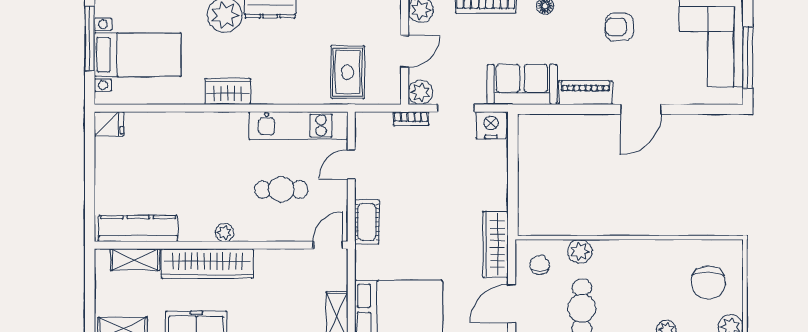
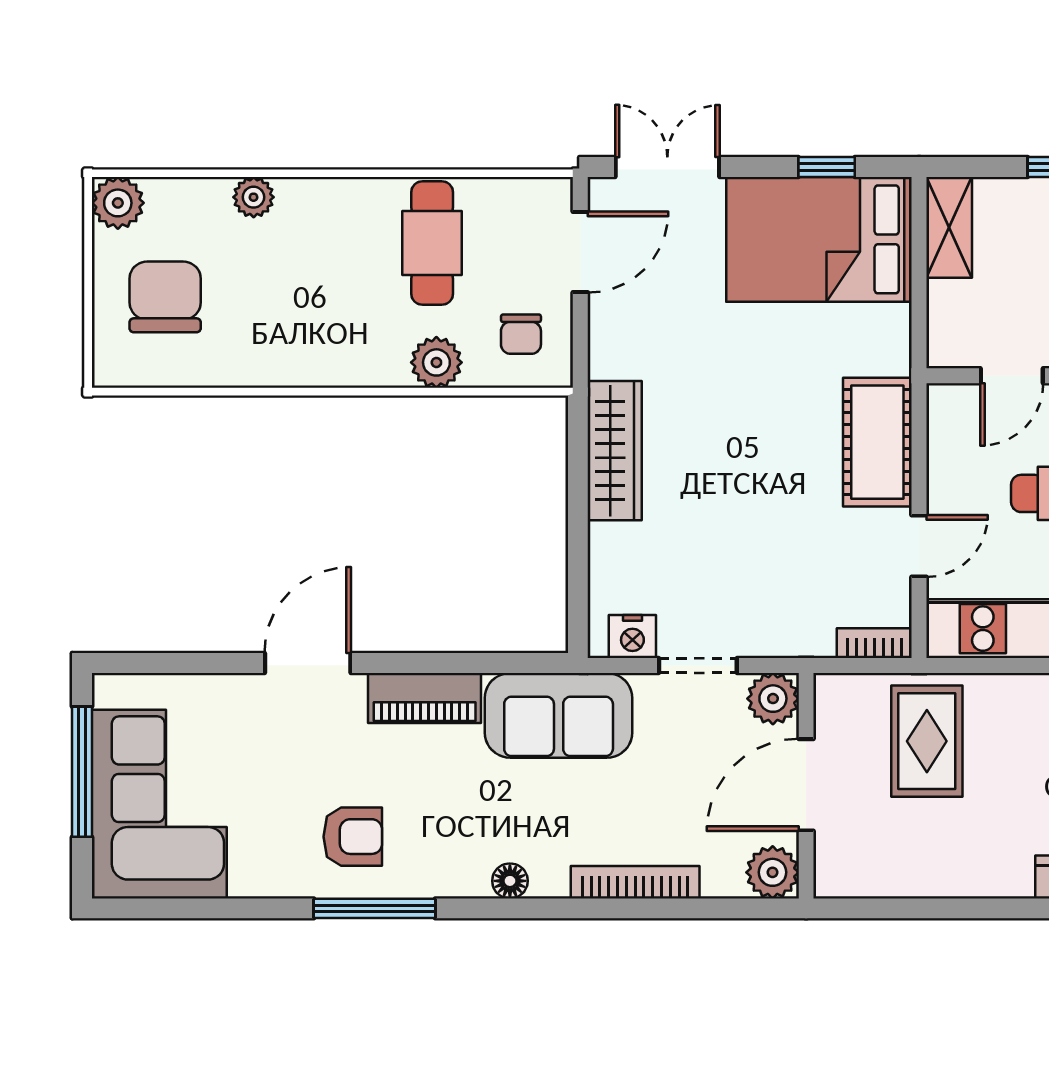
door: (405, 51) -> (806, 785), width x1.38
bookcase: (411, 119) -> (874, 643), moved
nightstand: (491, 125) -> (632, 636), width x0.74, depth x0.75
cot: (367, 222) -> (877, 442), width x1.37, depth x1.34
wardrobe: (495, 244) -> (615, 451), moved
door: (328, 245) -> (1012, 376), moved

